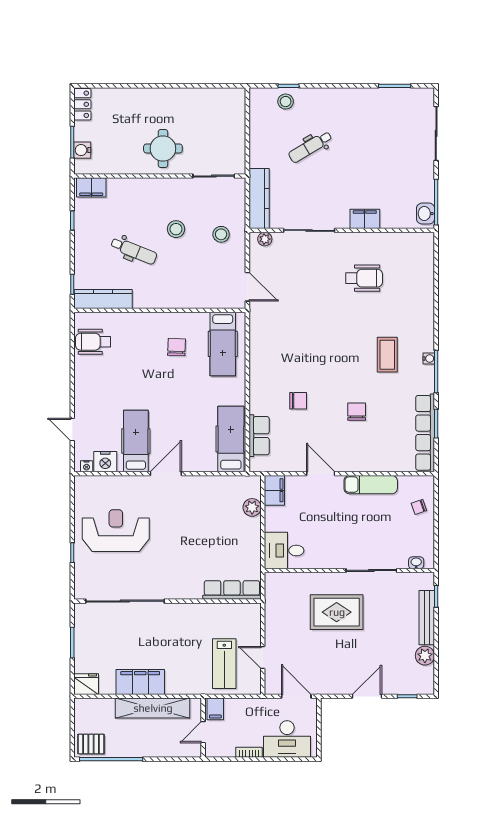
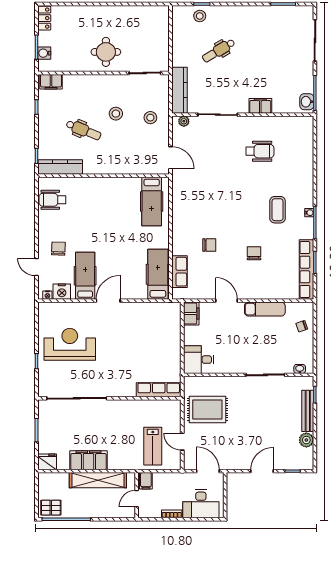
chair: (177, 347) -> (58, 249), moved
plant: (252, 507) -> (174, 327), removed
rug: (337, 612) -> (207, 409), moved

